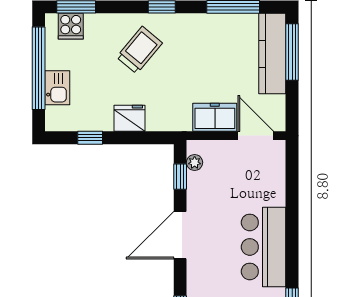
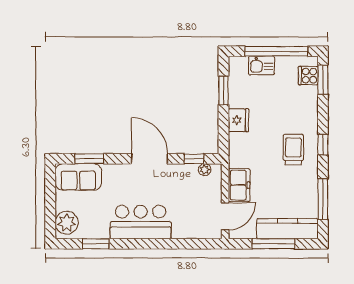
trolley: (139, 50) -> (293, 150), moved, turned -130
window: (292, 52) -> (273, 244), moved
window: (90, 138) -> (223, 90), width x1.50

